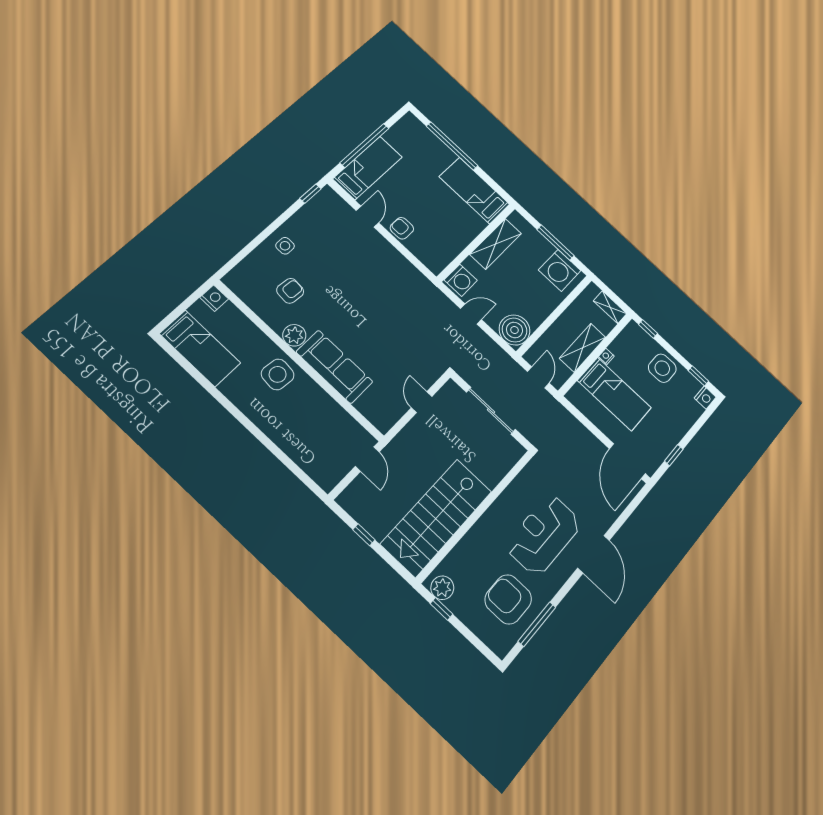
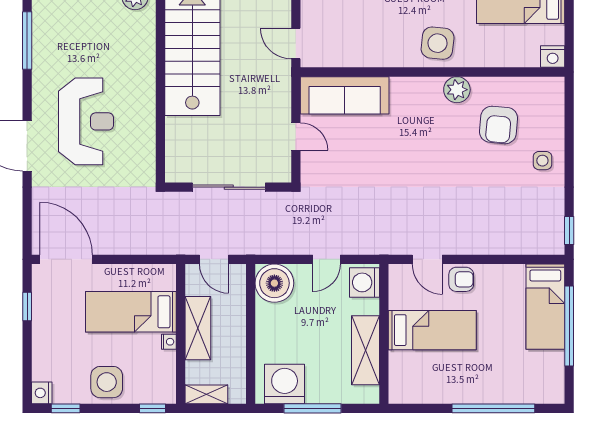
bed: (474, 191) -> (432, 330), moved
door: (367, 217) -> (427, 259), moved
armchair: (290, 291) -> (499, 125), width x1.38, depth x1.38
sofa: (334, 367) -> (345, 95), moved
armchair: (508, 599) -> (70, 39), removed

